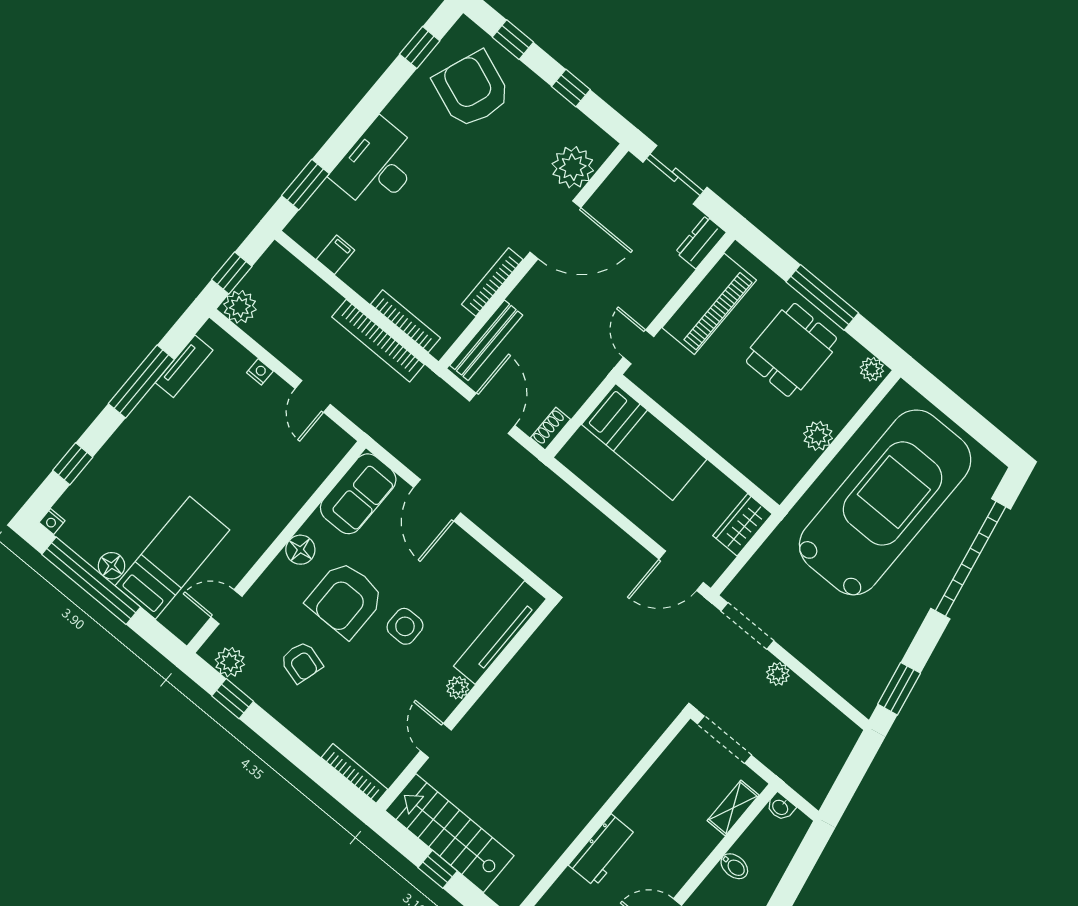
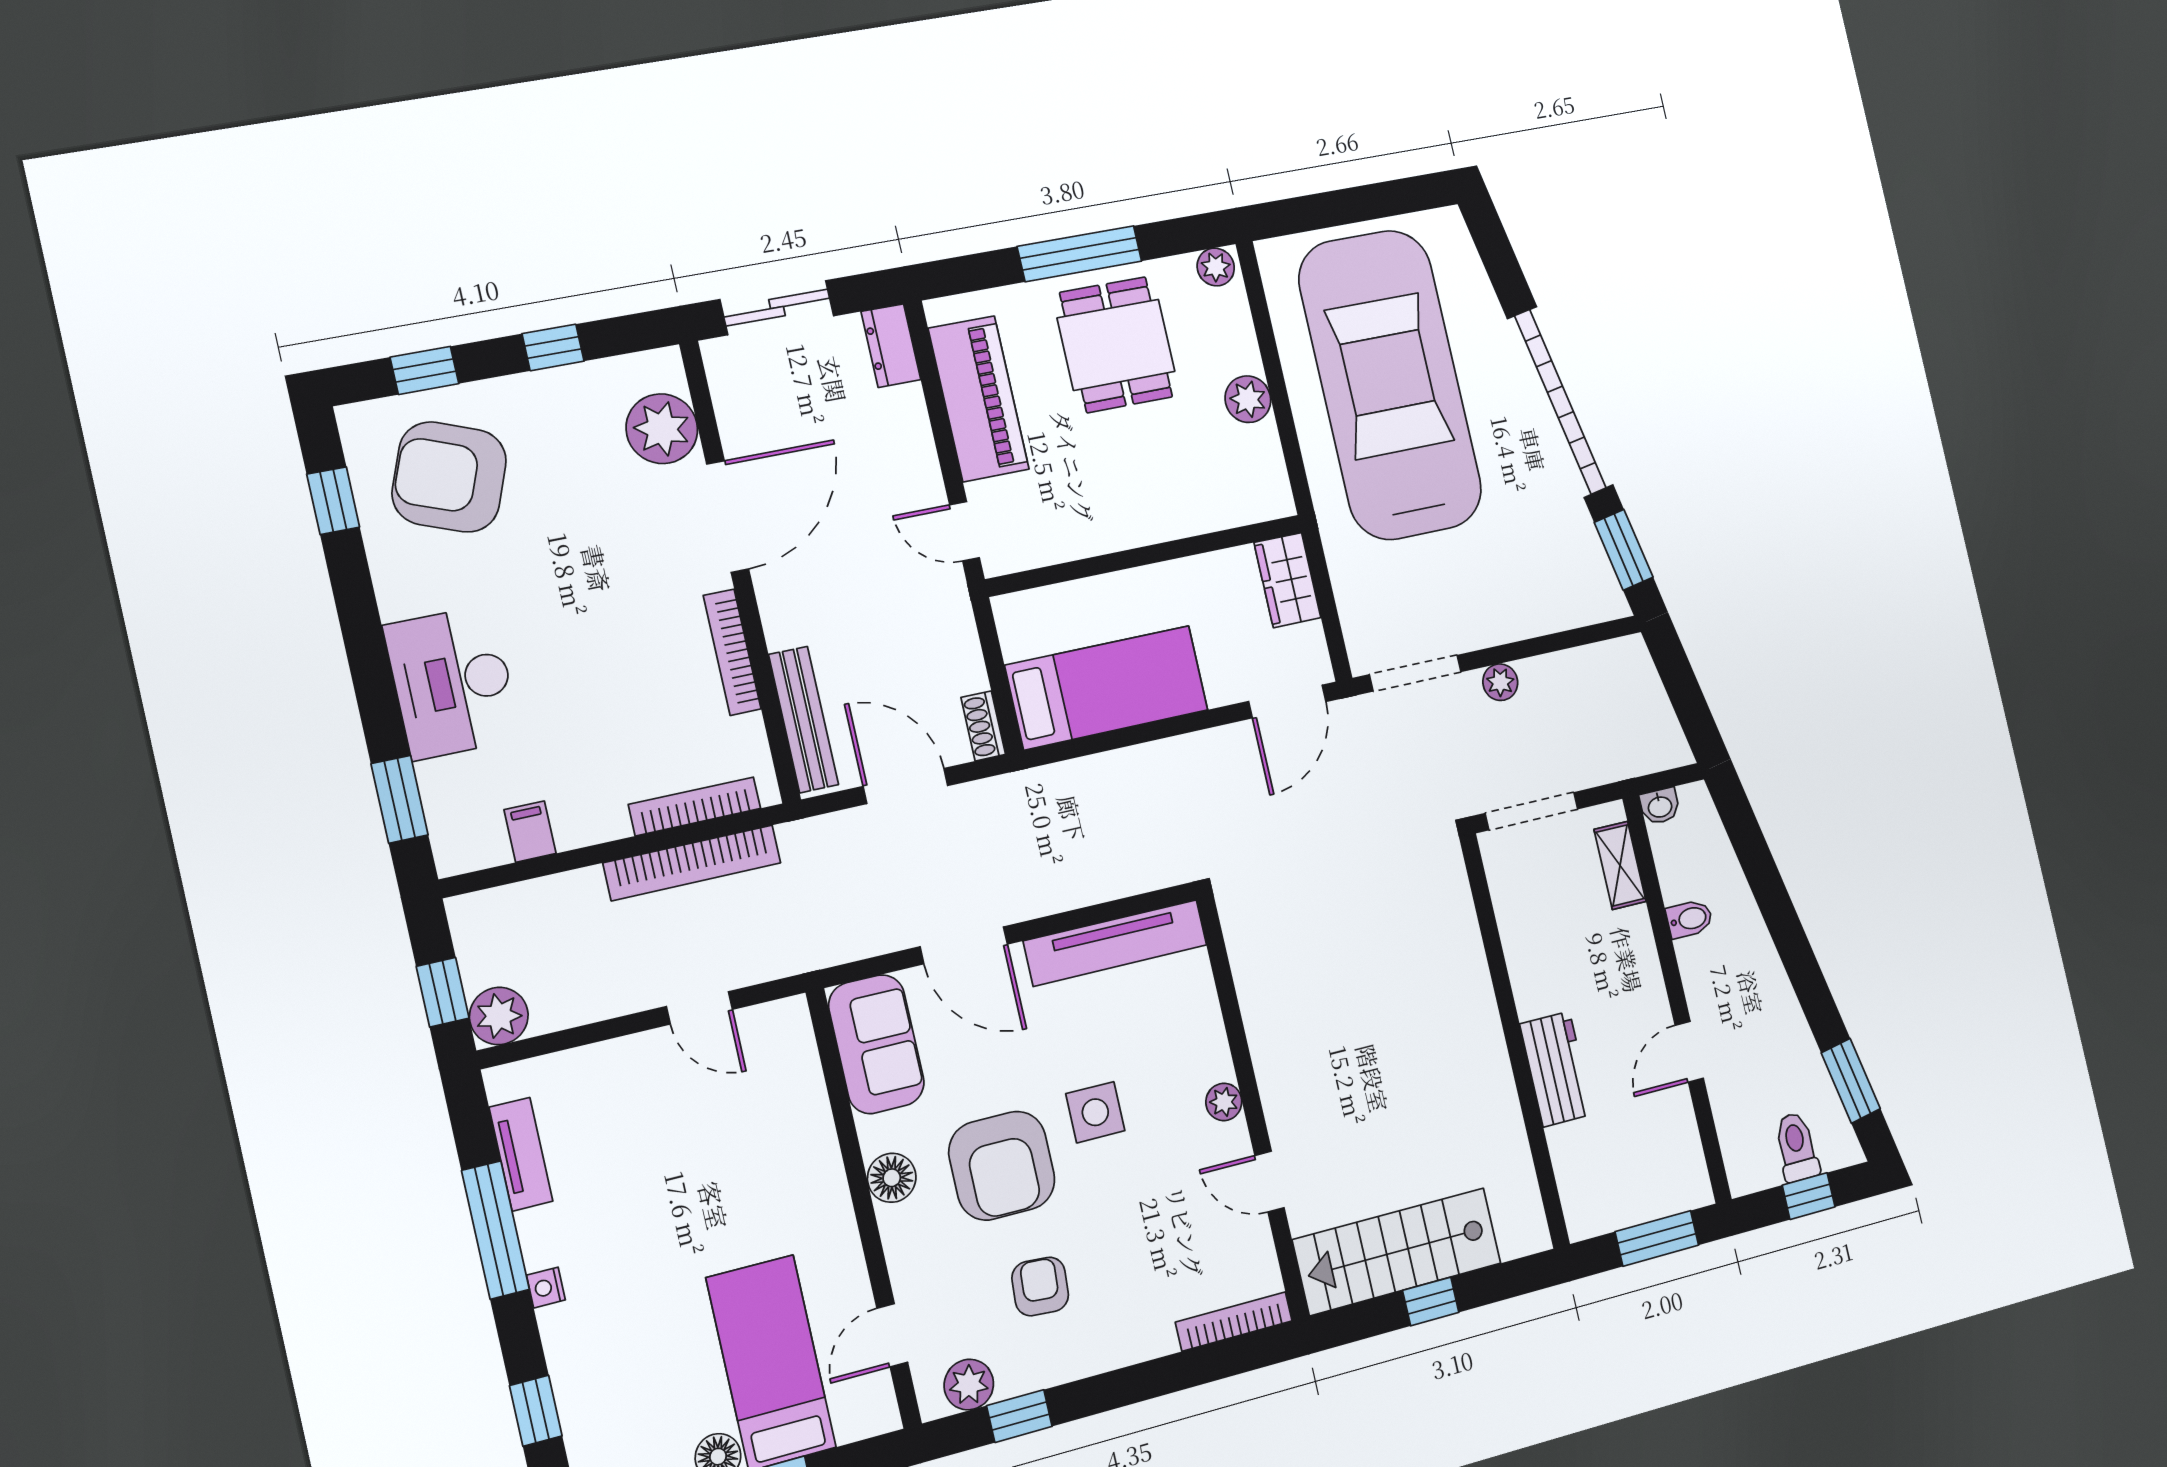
nightstand: (260, 372) -> (546, 1288), moved, turned -90
bed: (644, 442) -> (1107, 688), moved
garage door: (971, 559) -> (1560, 402), moved
tv unit: (500, 633) -> (1115, 943), moved, turned -90
armchair: (301, 662) -> (1040, 1287), turned -102

